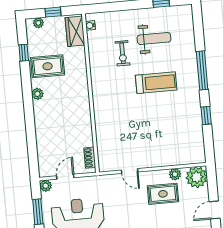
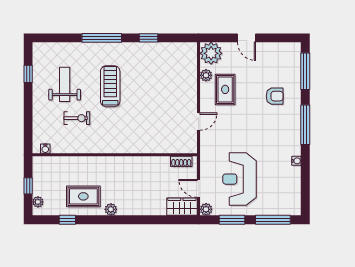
wardrobe: (75, 31) -> (182, 207), moved, turned 180
rug: (48, 66) -> (83, 196), turned 90

